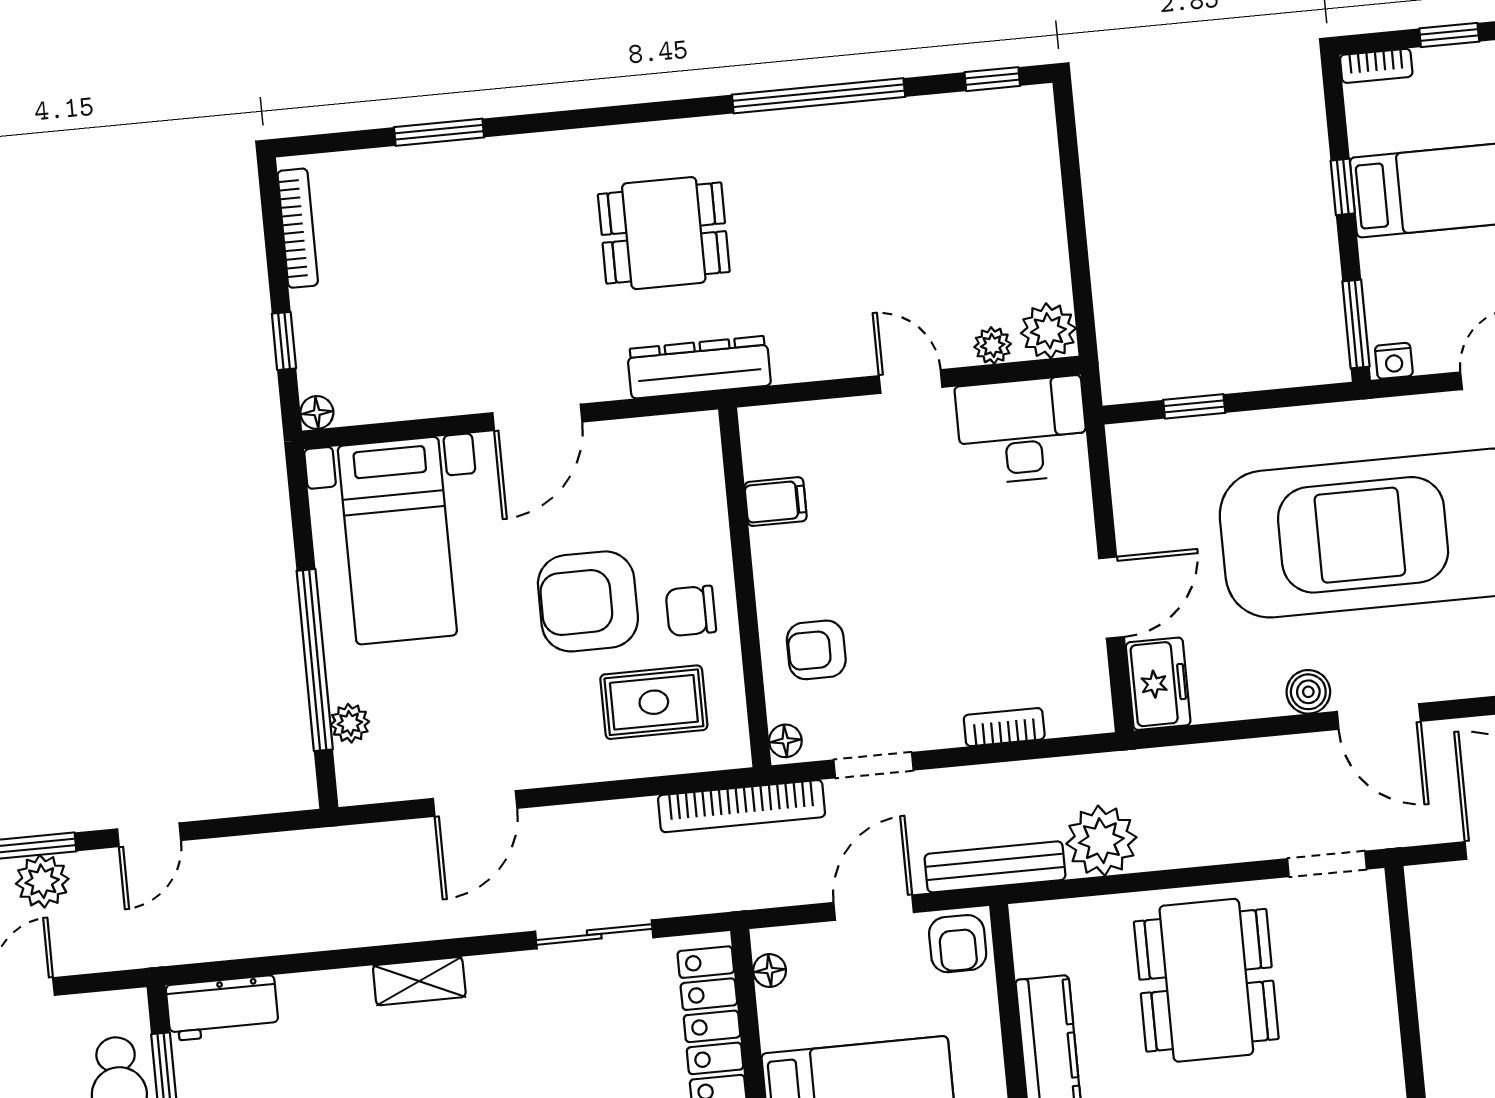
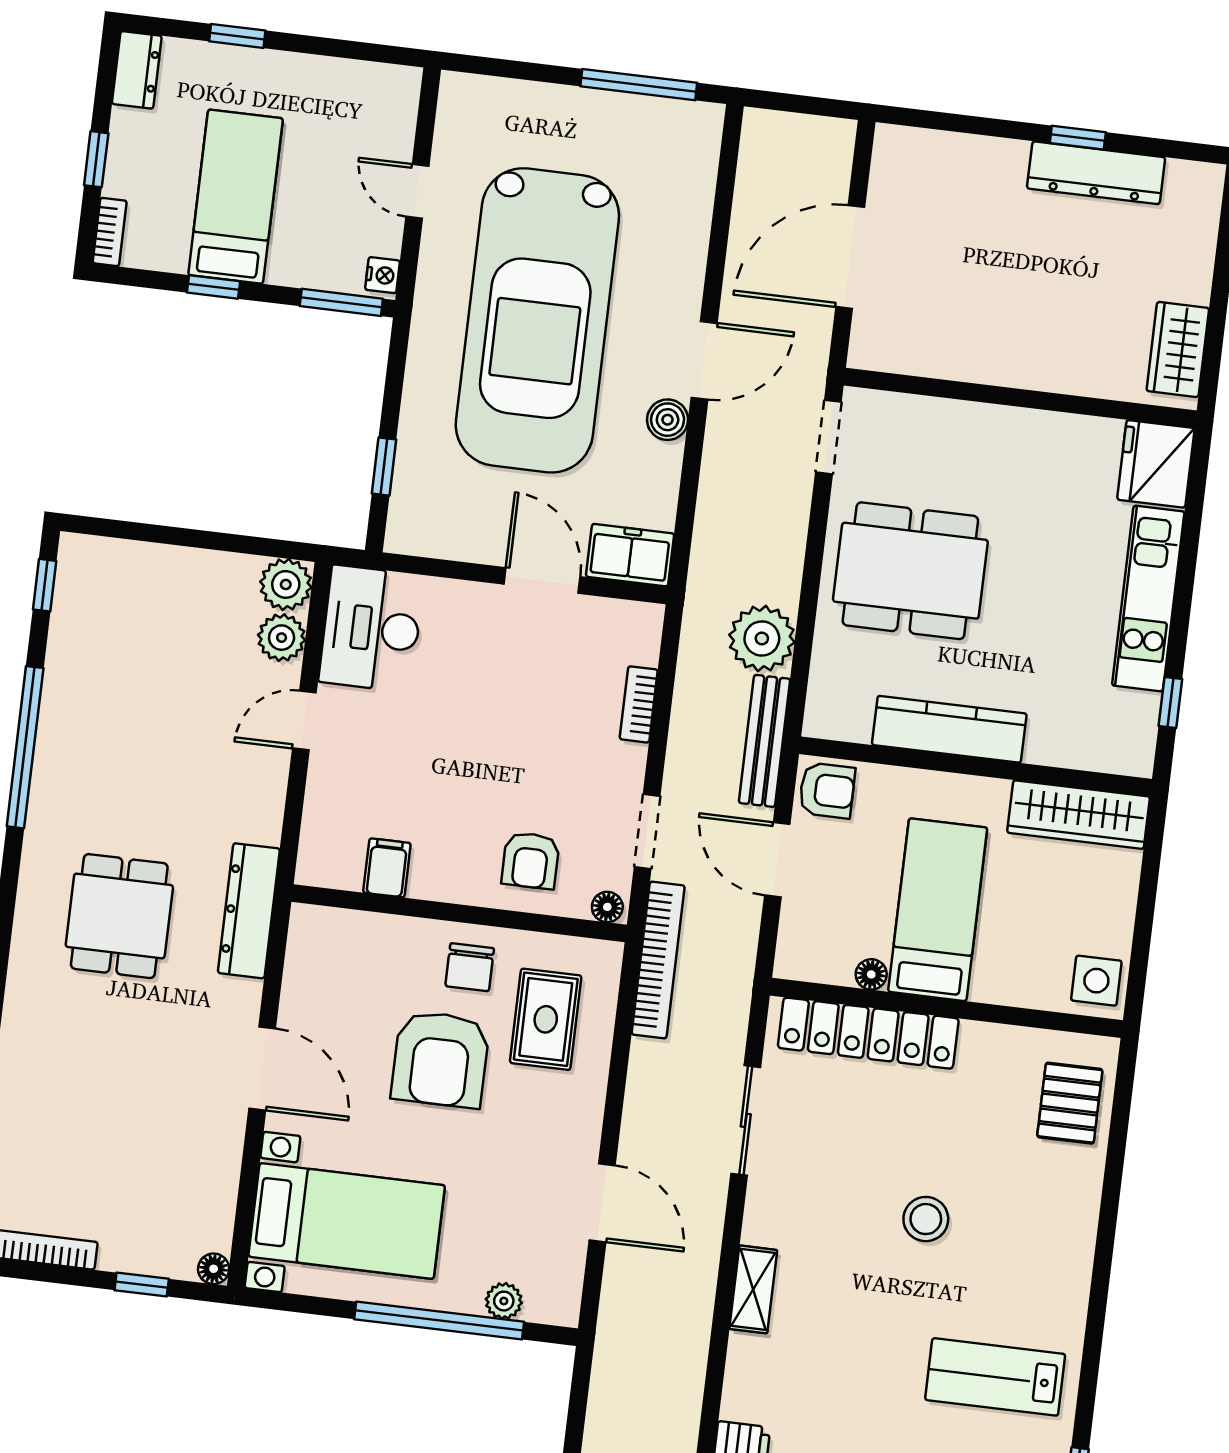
plant: (993, 345) -> (282, 638), width x1.38, depth x1.38
floor lamp: (770, 971) -> (871, 974), moved

